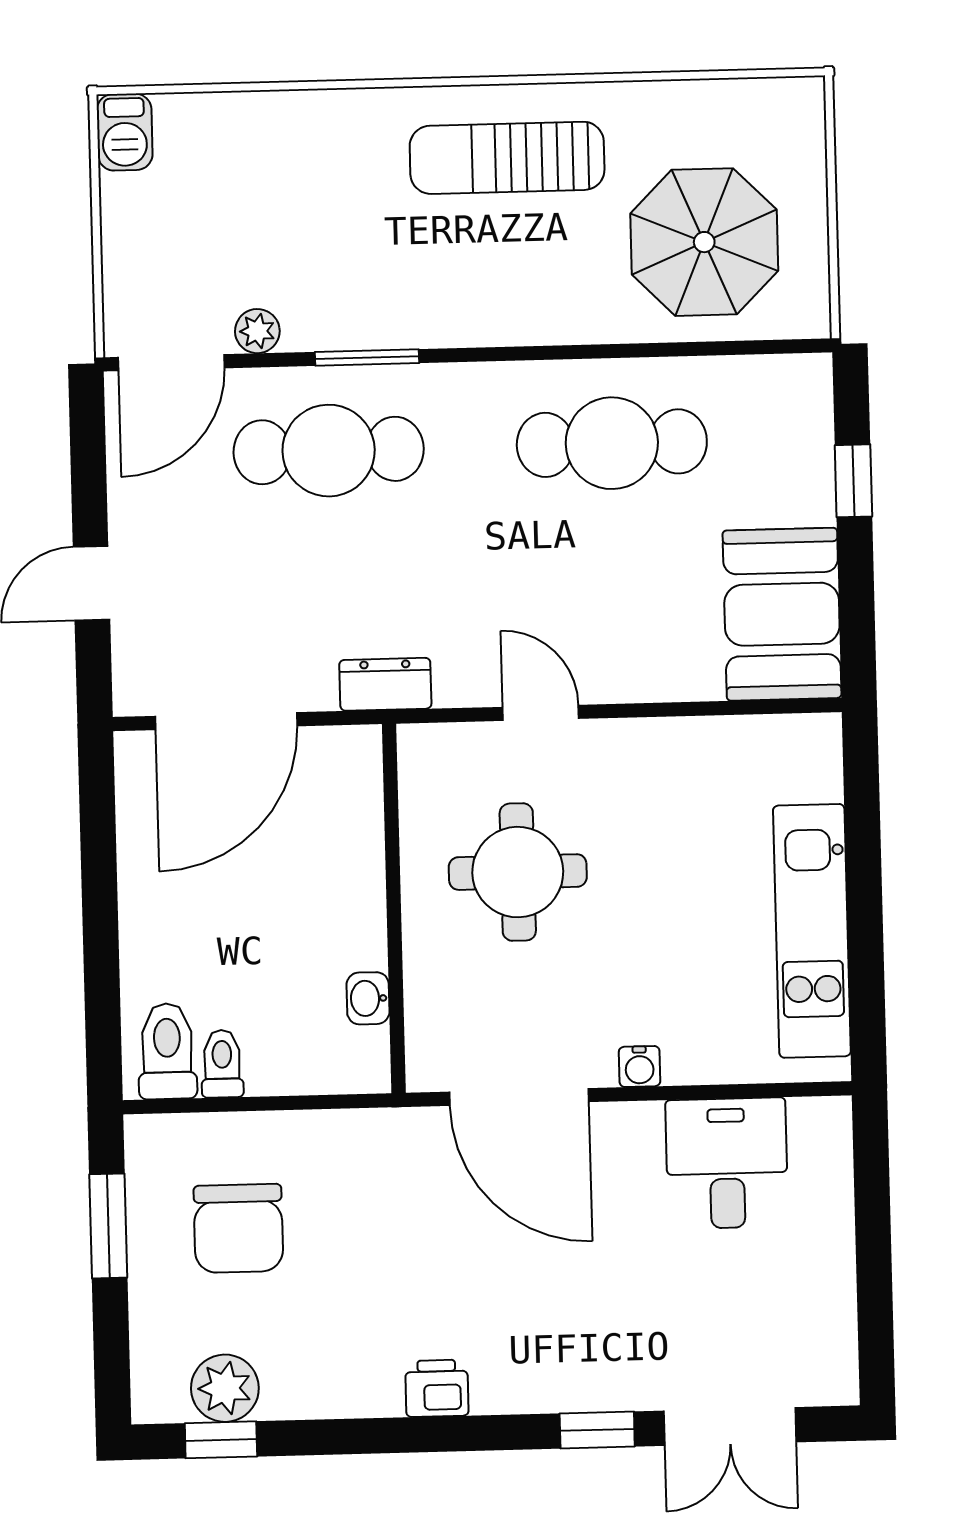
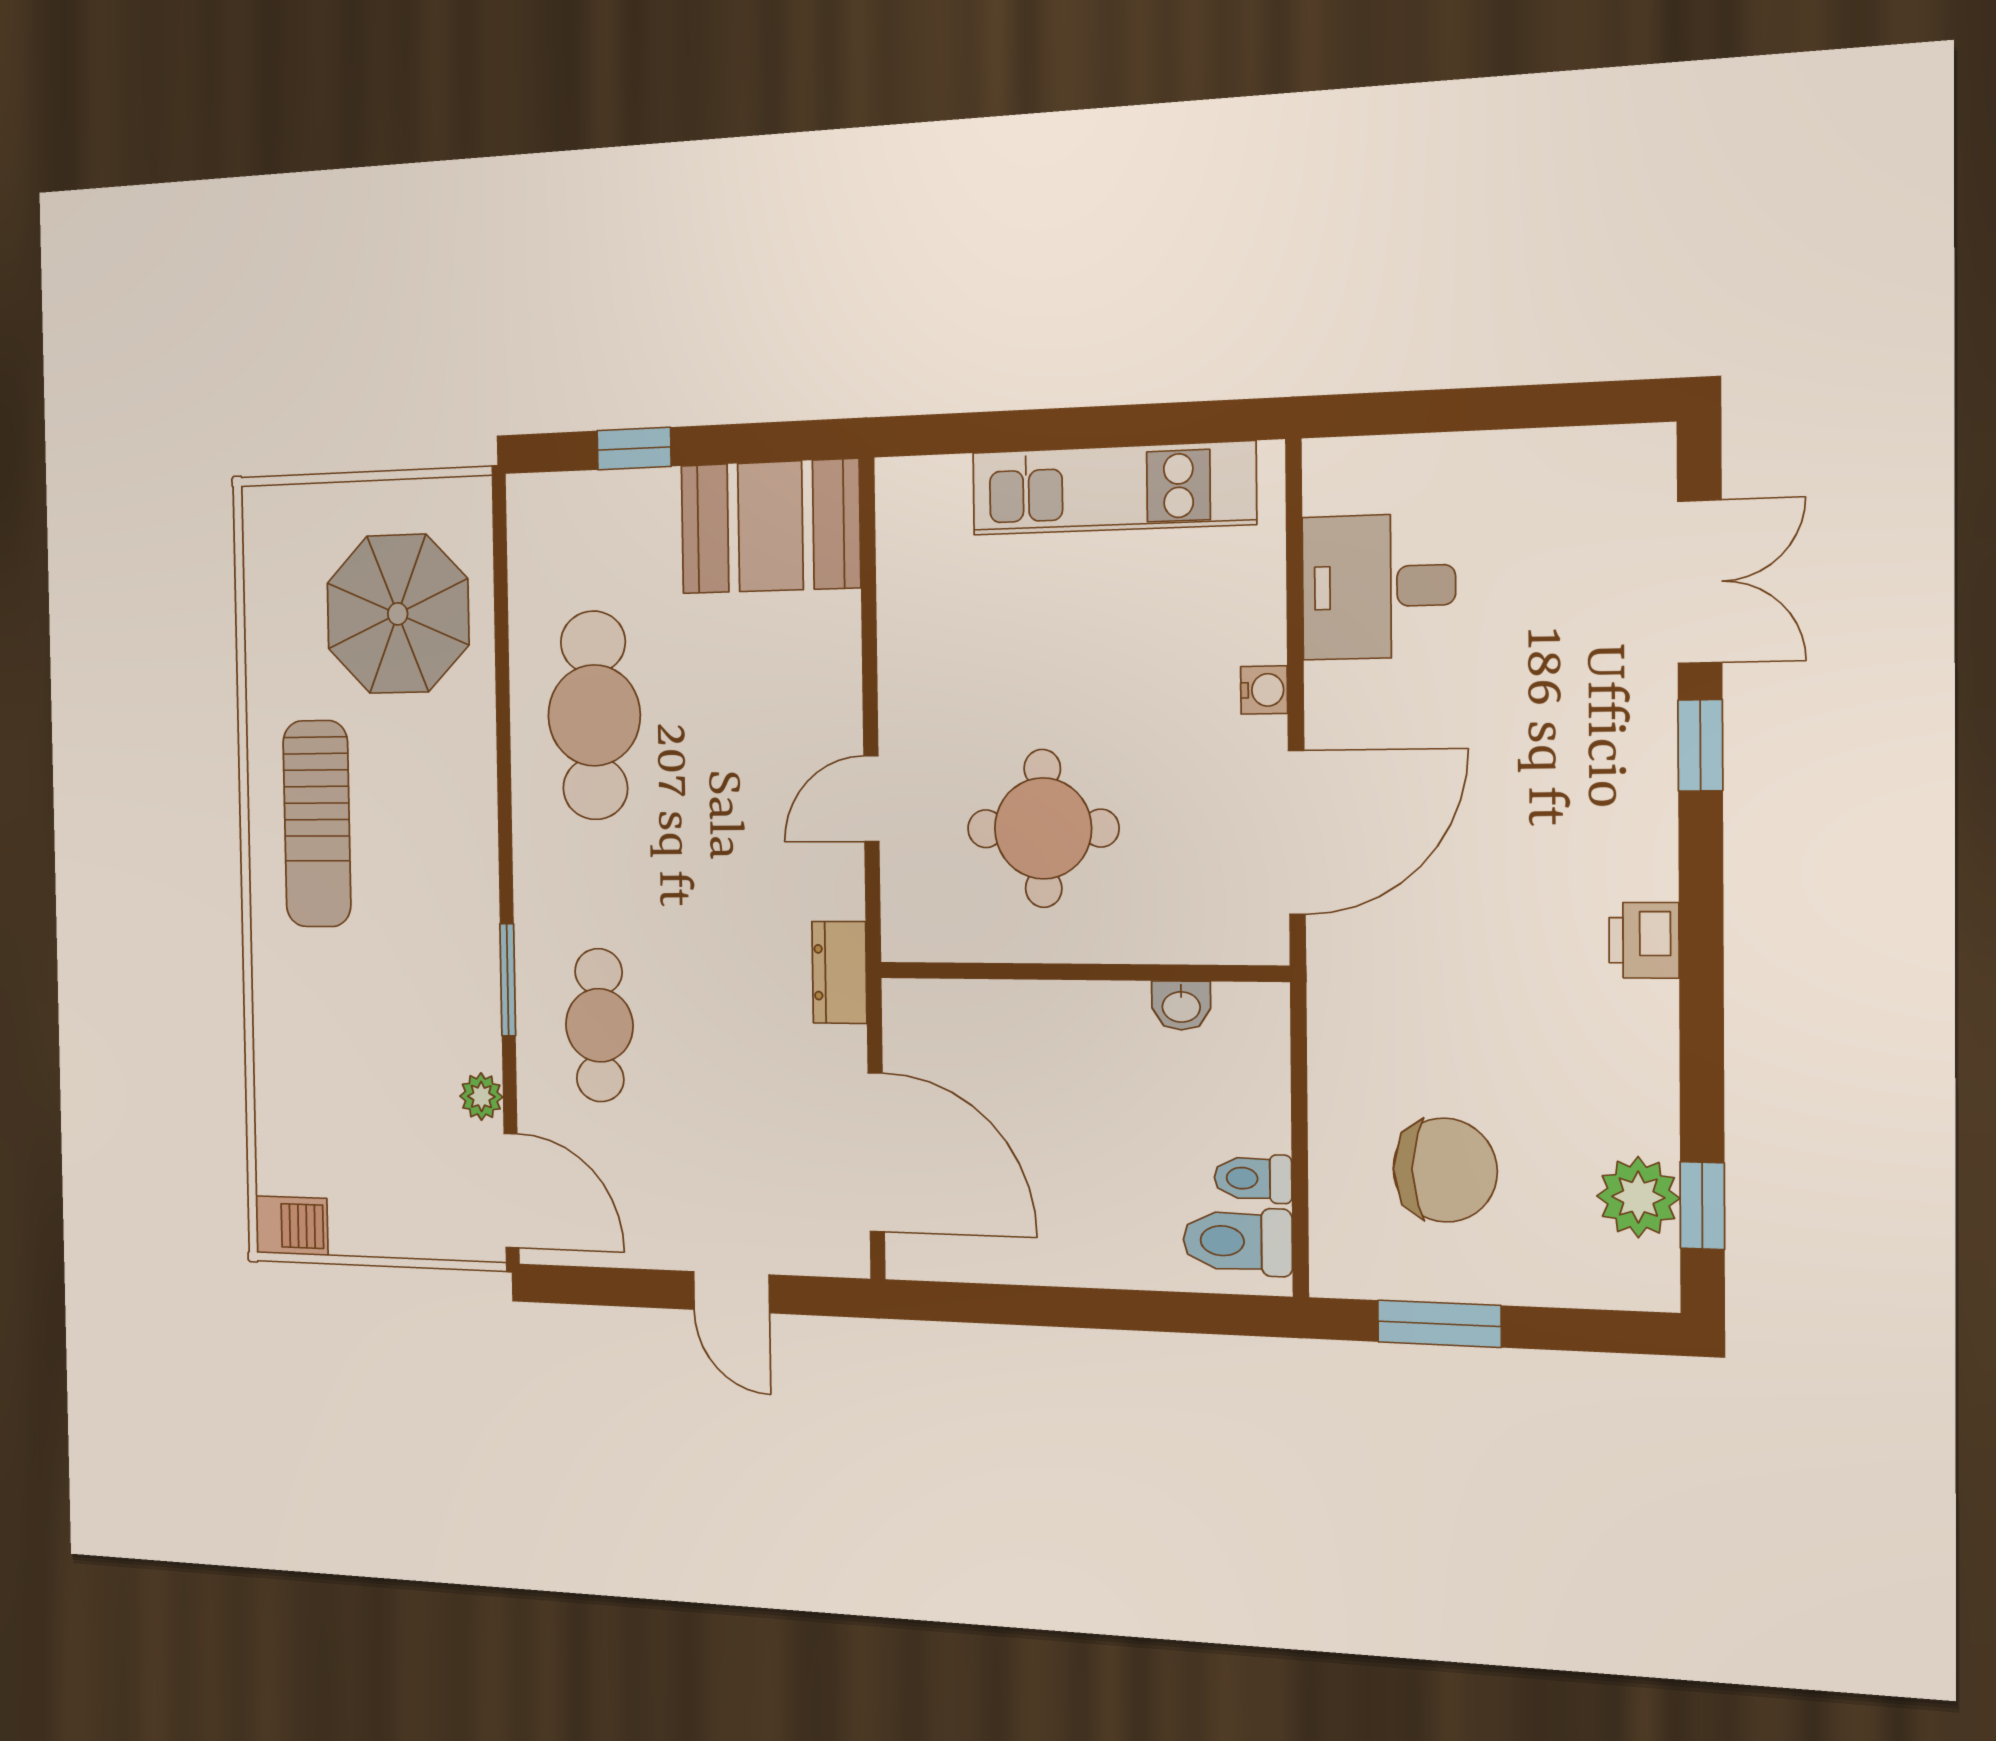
cafe table: (329, 451) -> (599, 1025), width x0.73, depth x0.74

